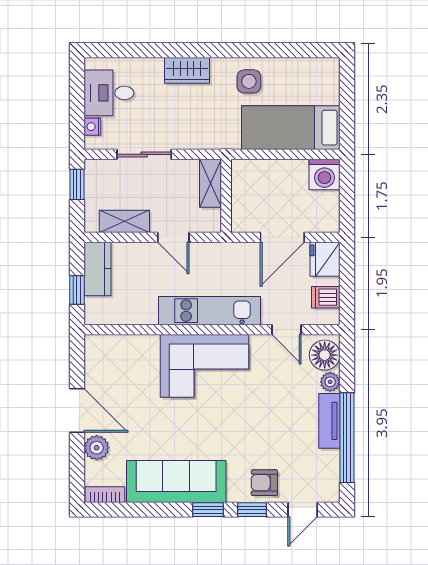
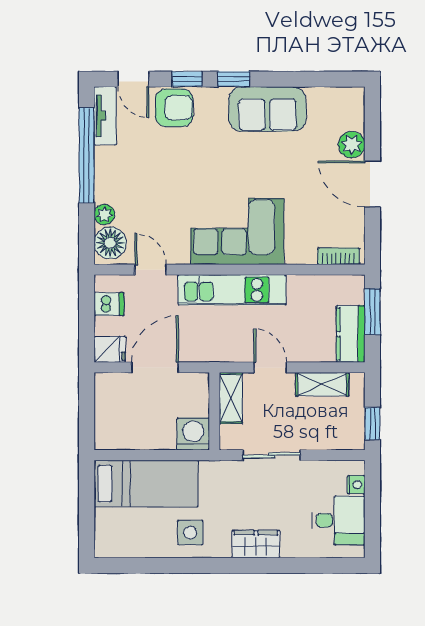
sliding door: (144, 154) -> (272, 455), moved
washing machine: (324, 175) -> (193, 434), moved
shelving: (211, 183) -> (231, 398), moved
fridge: (325, 259) -> (110, 349), width x0.72
window: (77, 290) -> (372, 312), width x1.50
tv unit: (329, 421) -> (105, 116), moved
sofa: (176, 481) -> (267, 109), width x0.73
armchair: (264, 483) -> (174, 108), width x1.38, depth x1.38
bookcase: (105, 495) -> (338, 256), moved, turned 180
door: (303, 510) -> (134, 79), swing flipped

